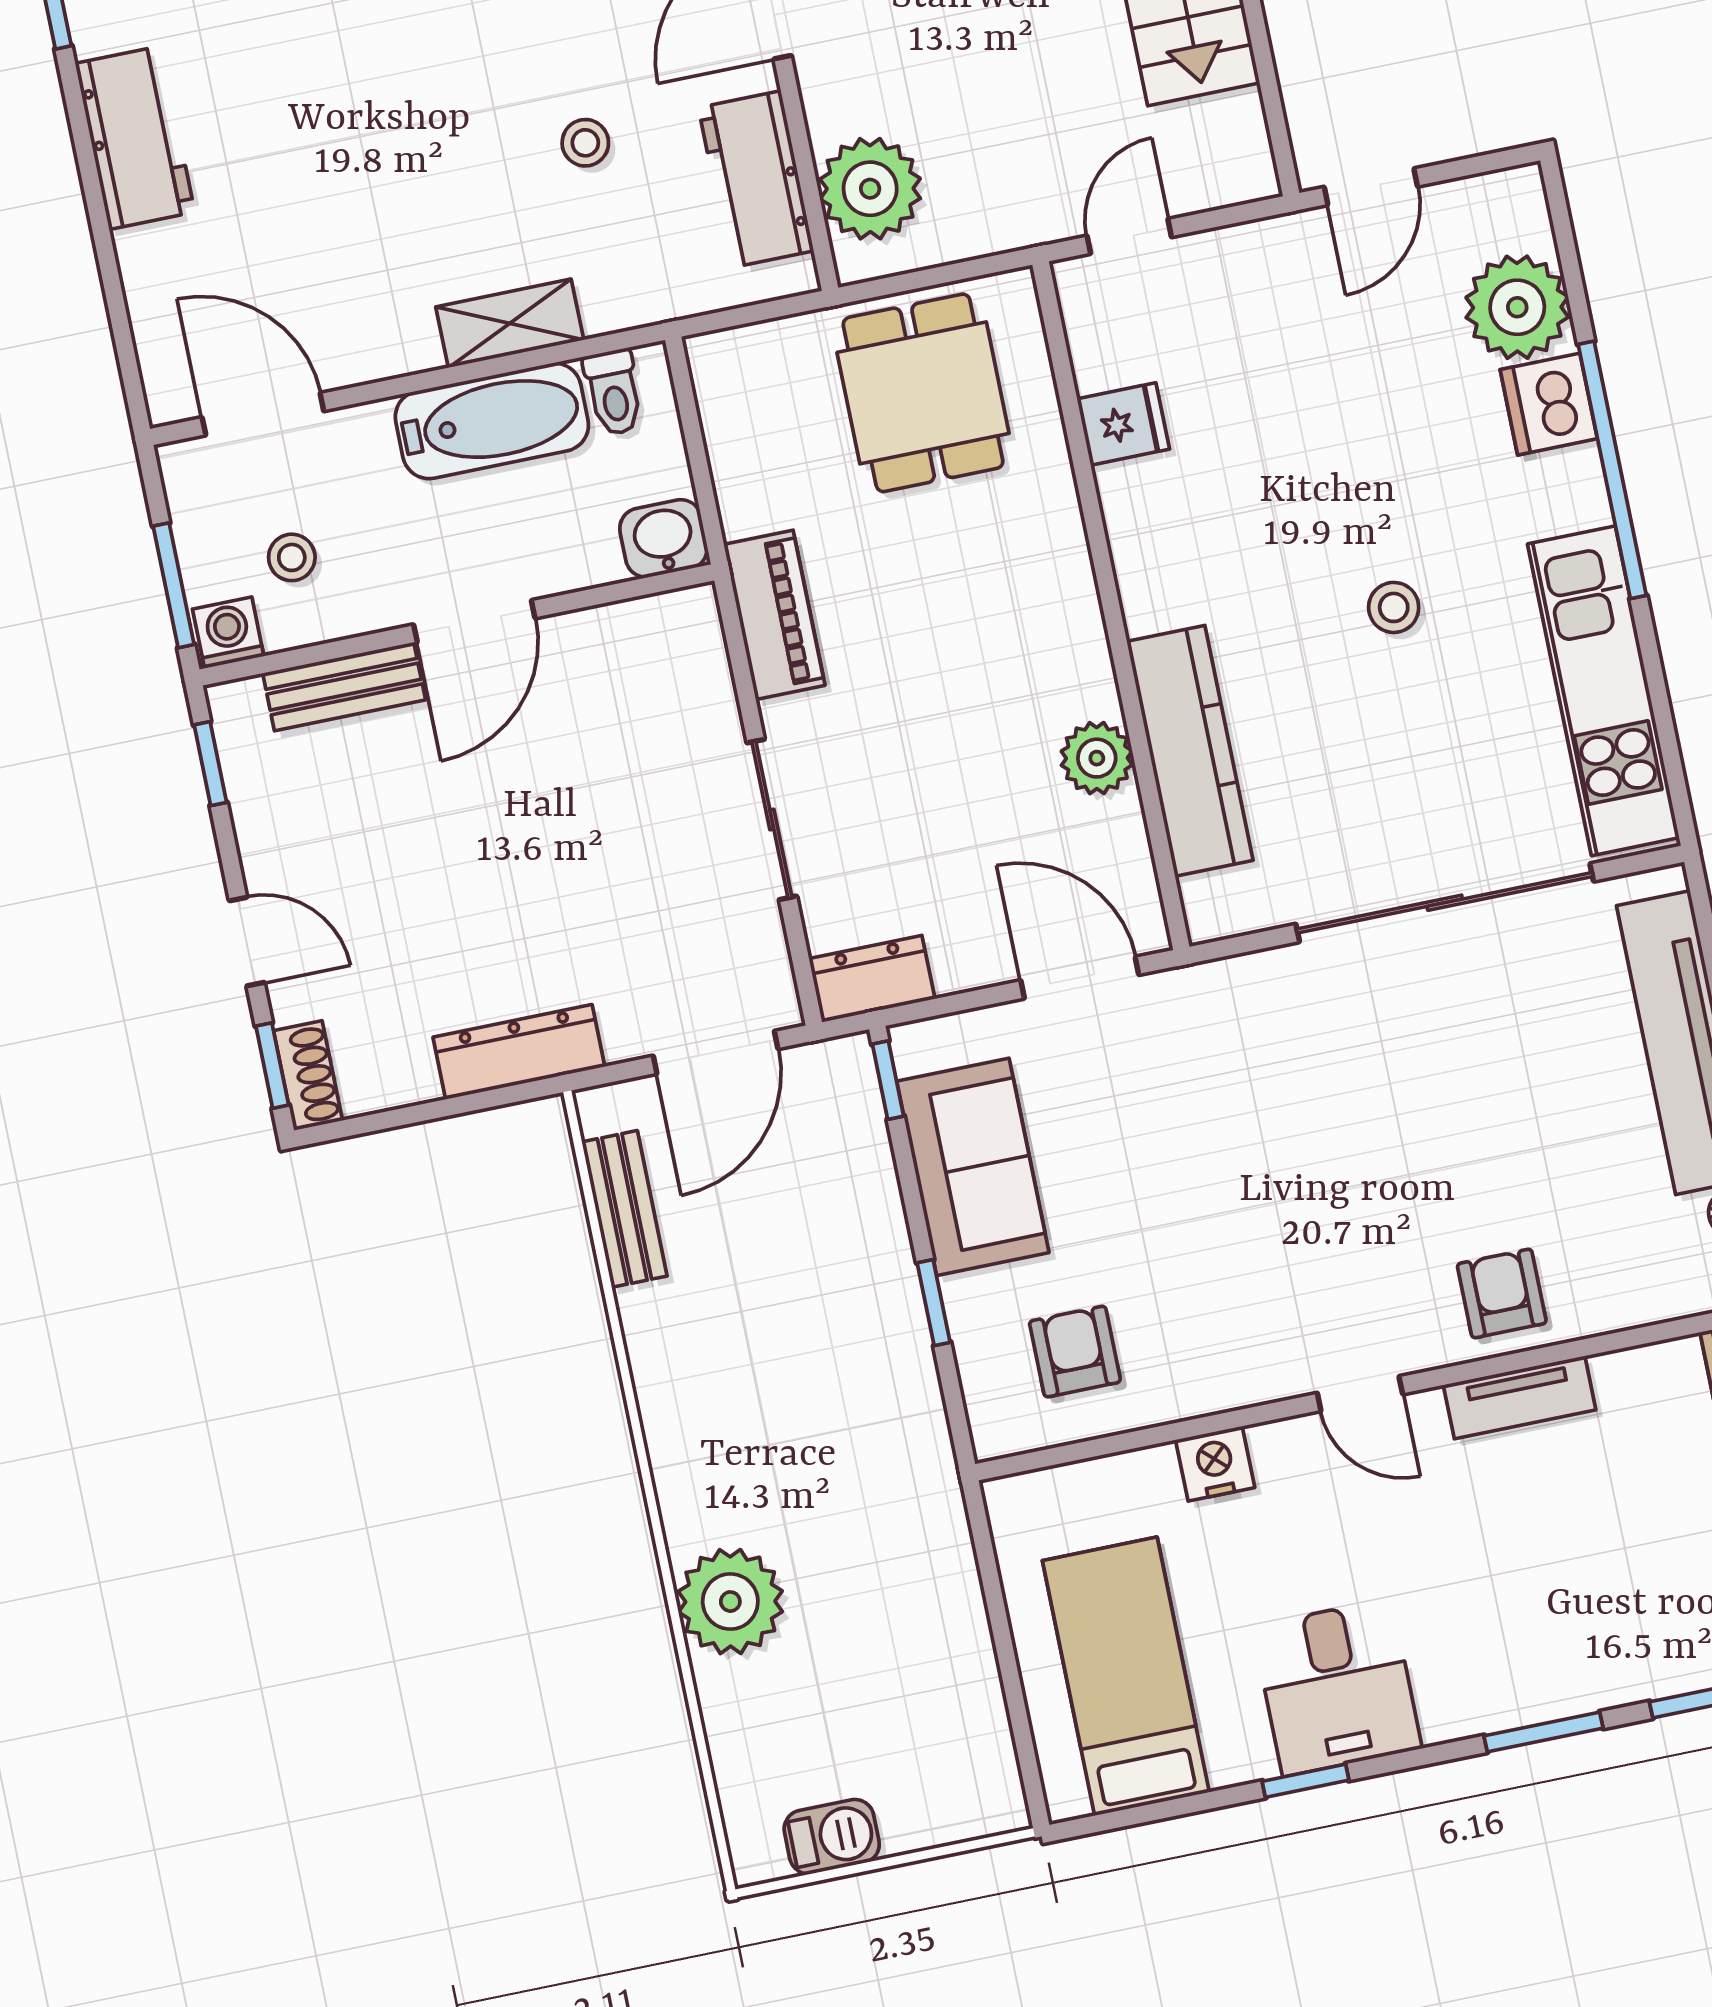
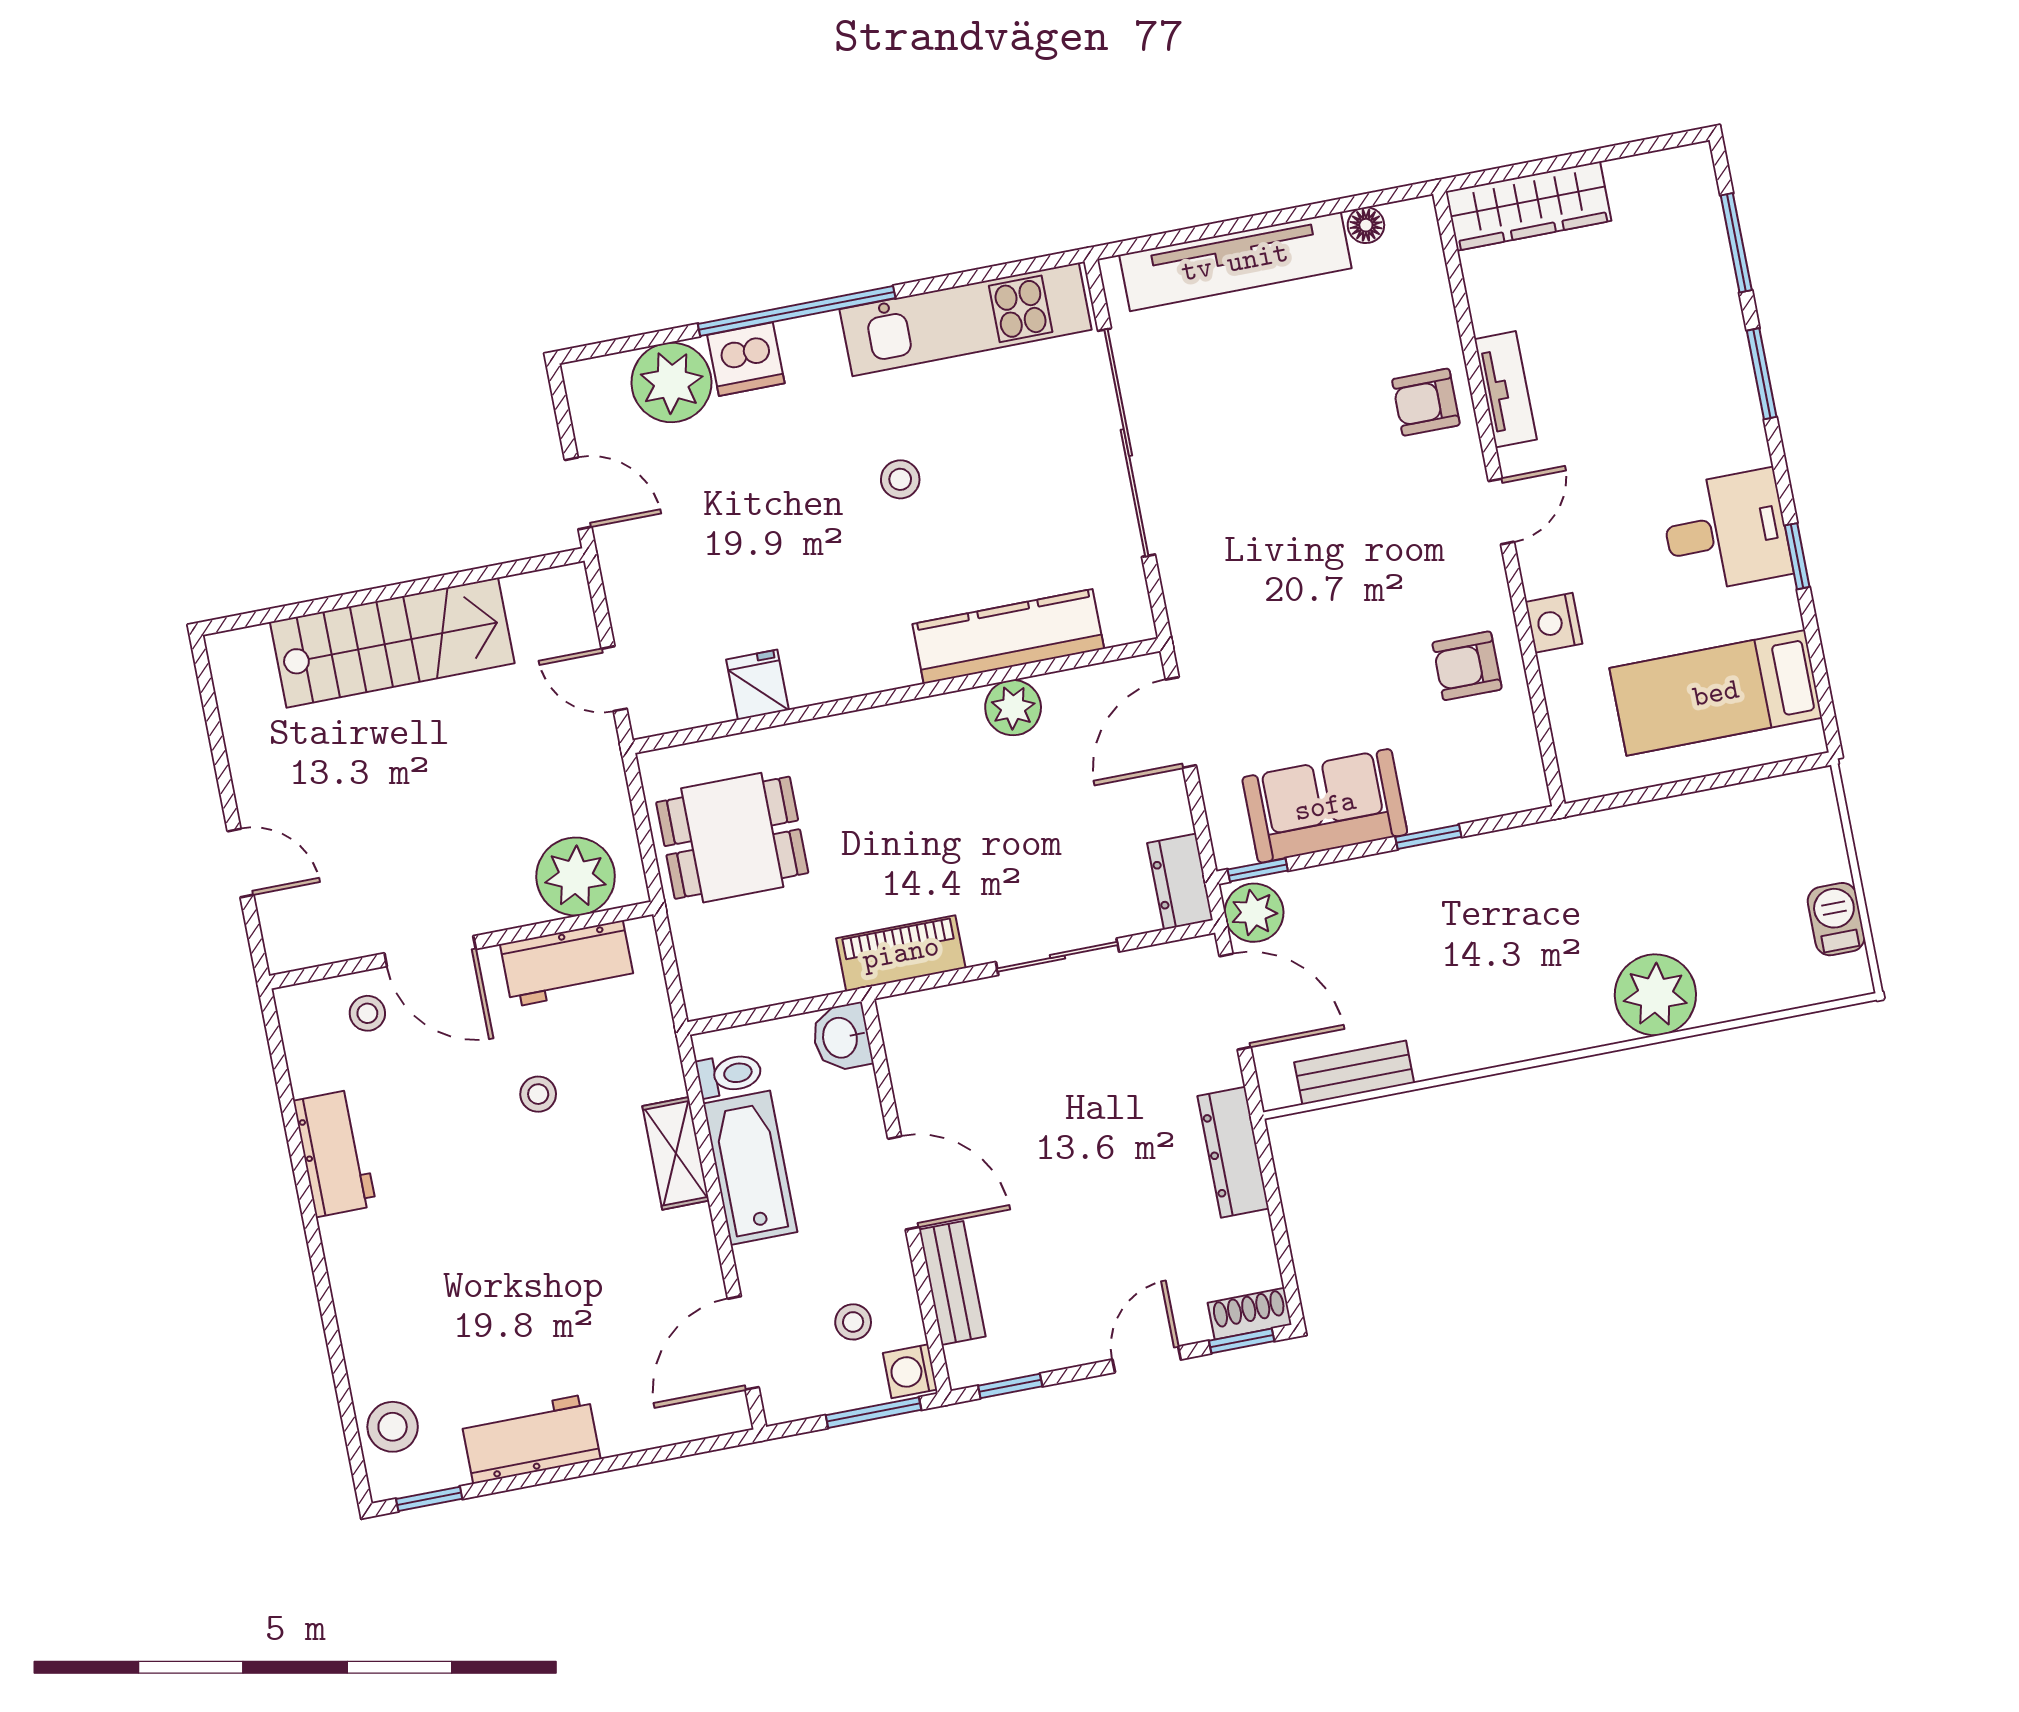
plant: (832, 1076) -> (1254, 913), added
armchair: (1075, 1352) -> (1467, 666), moved

